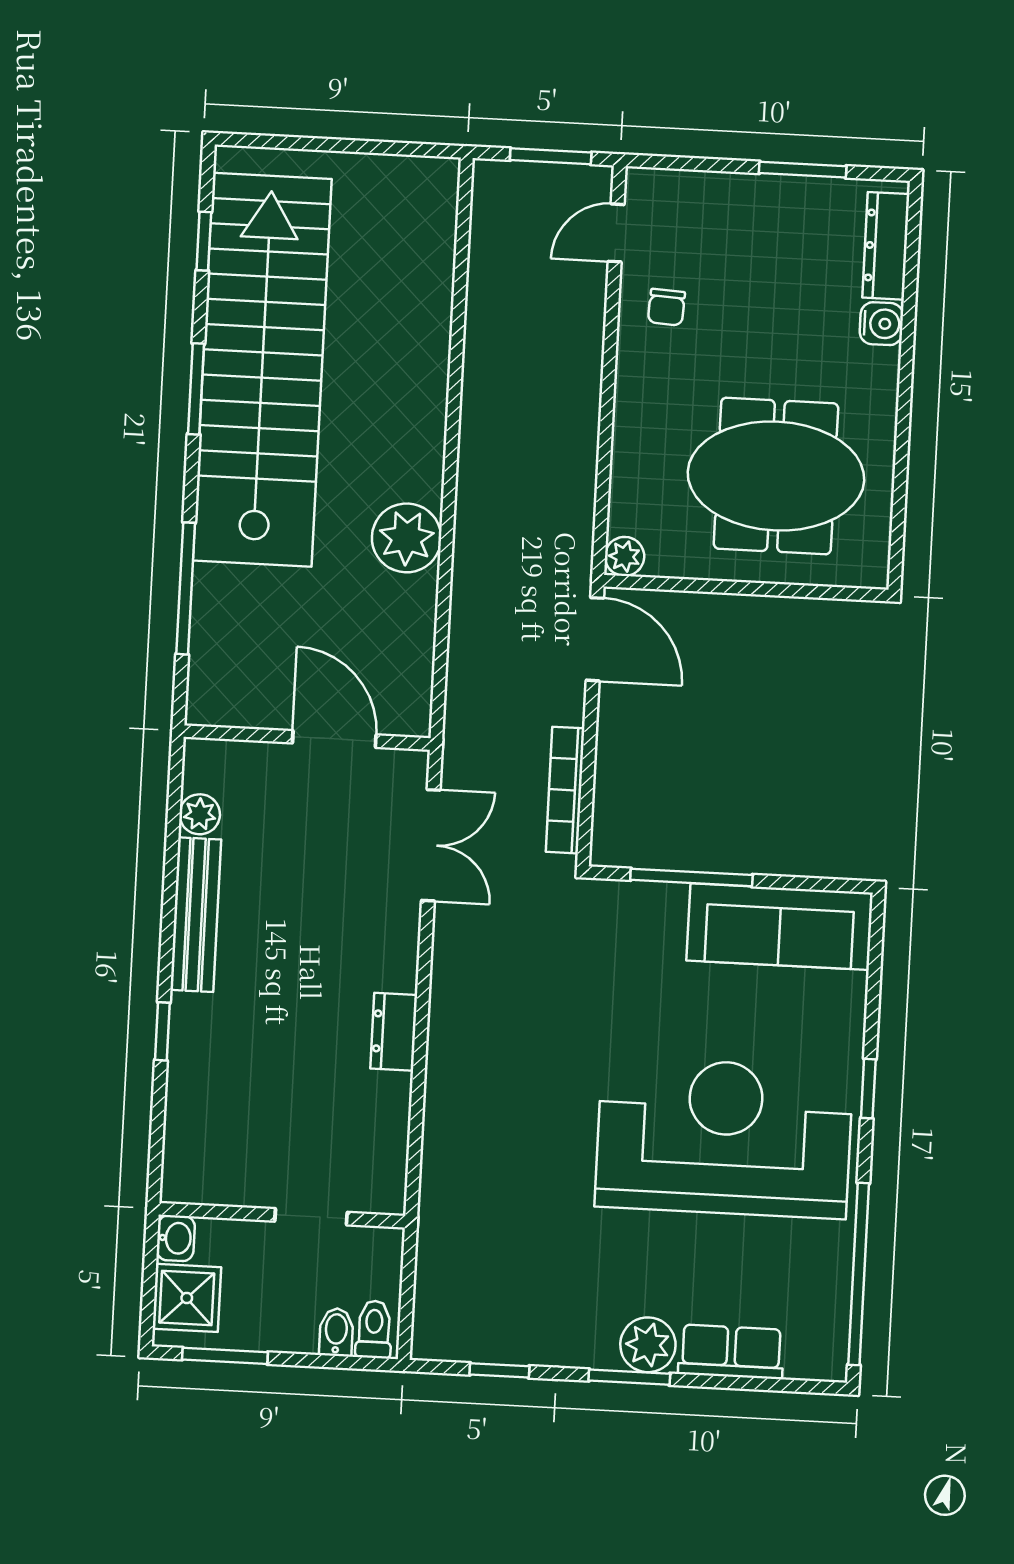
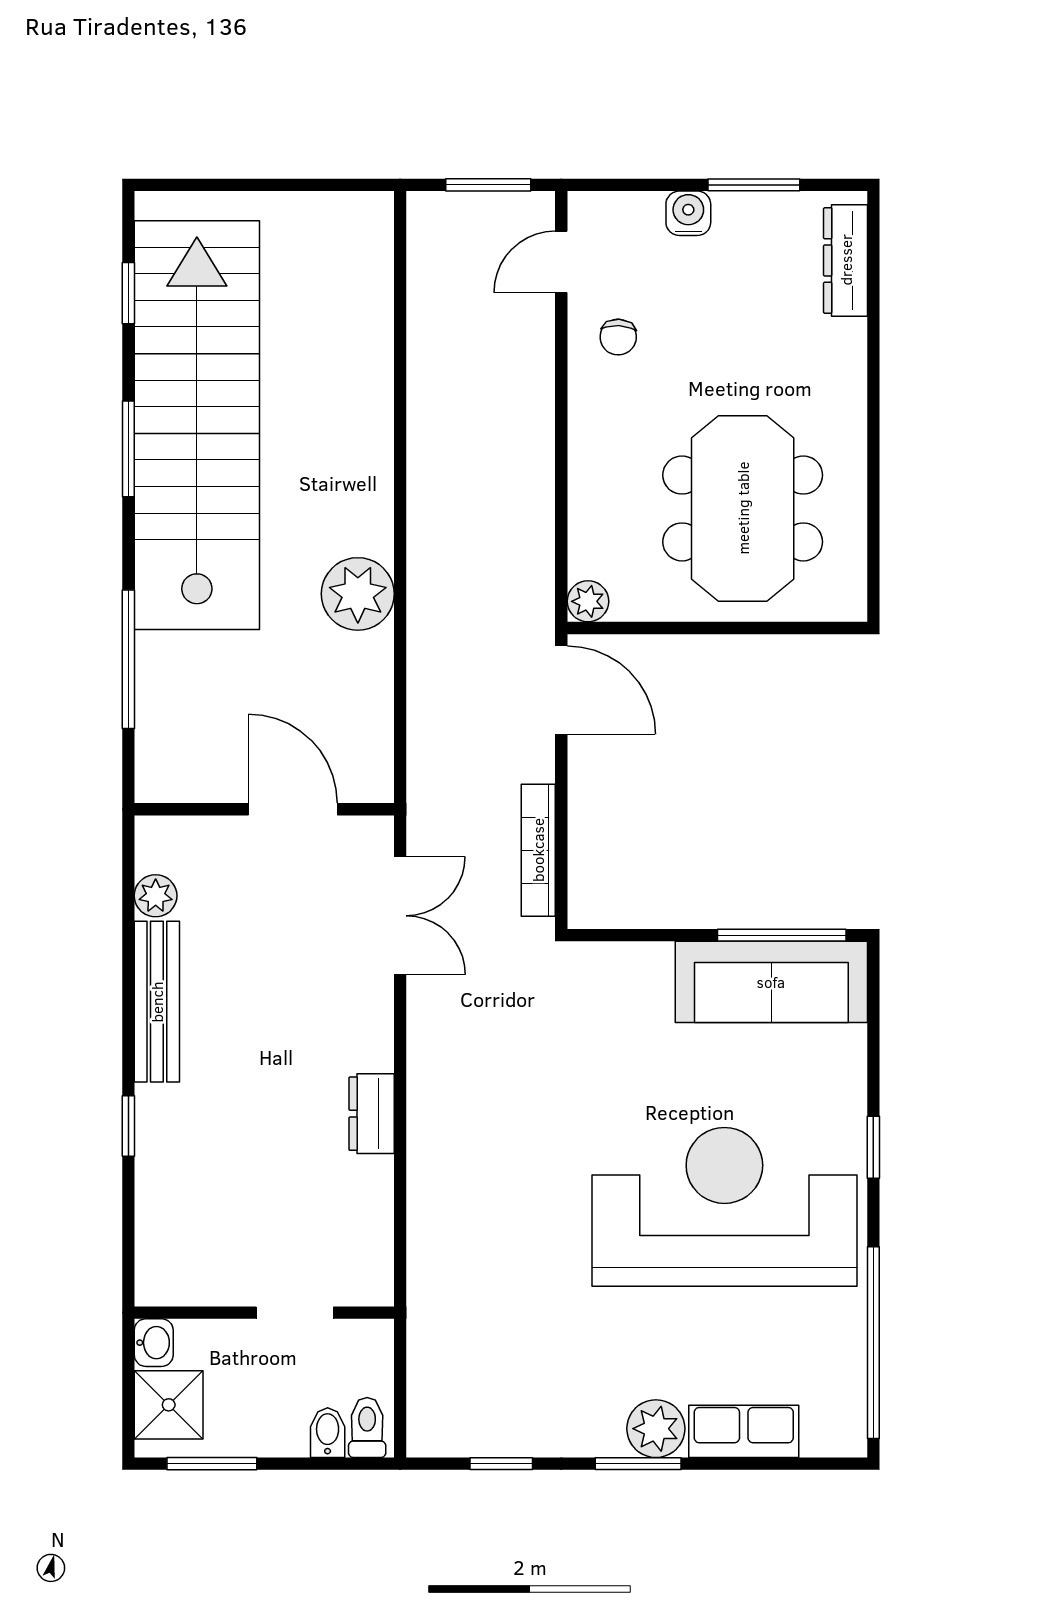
water cooler: (881, 324) -> (688, 213), moved, turned -90
meeting table: (776, 476) -> (743, 508), turned 90
window: (691, 877) -> (782, 935), moved

